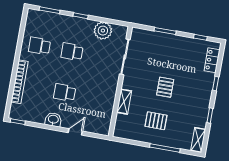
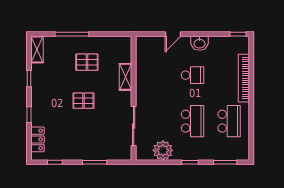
school desk: (39, 46) -> (229, 121), width x1.85
school desk: (72, 52) -> (192, 121), width x1.85
pallet: (165, 87) -> (83, 101), turned 90

